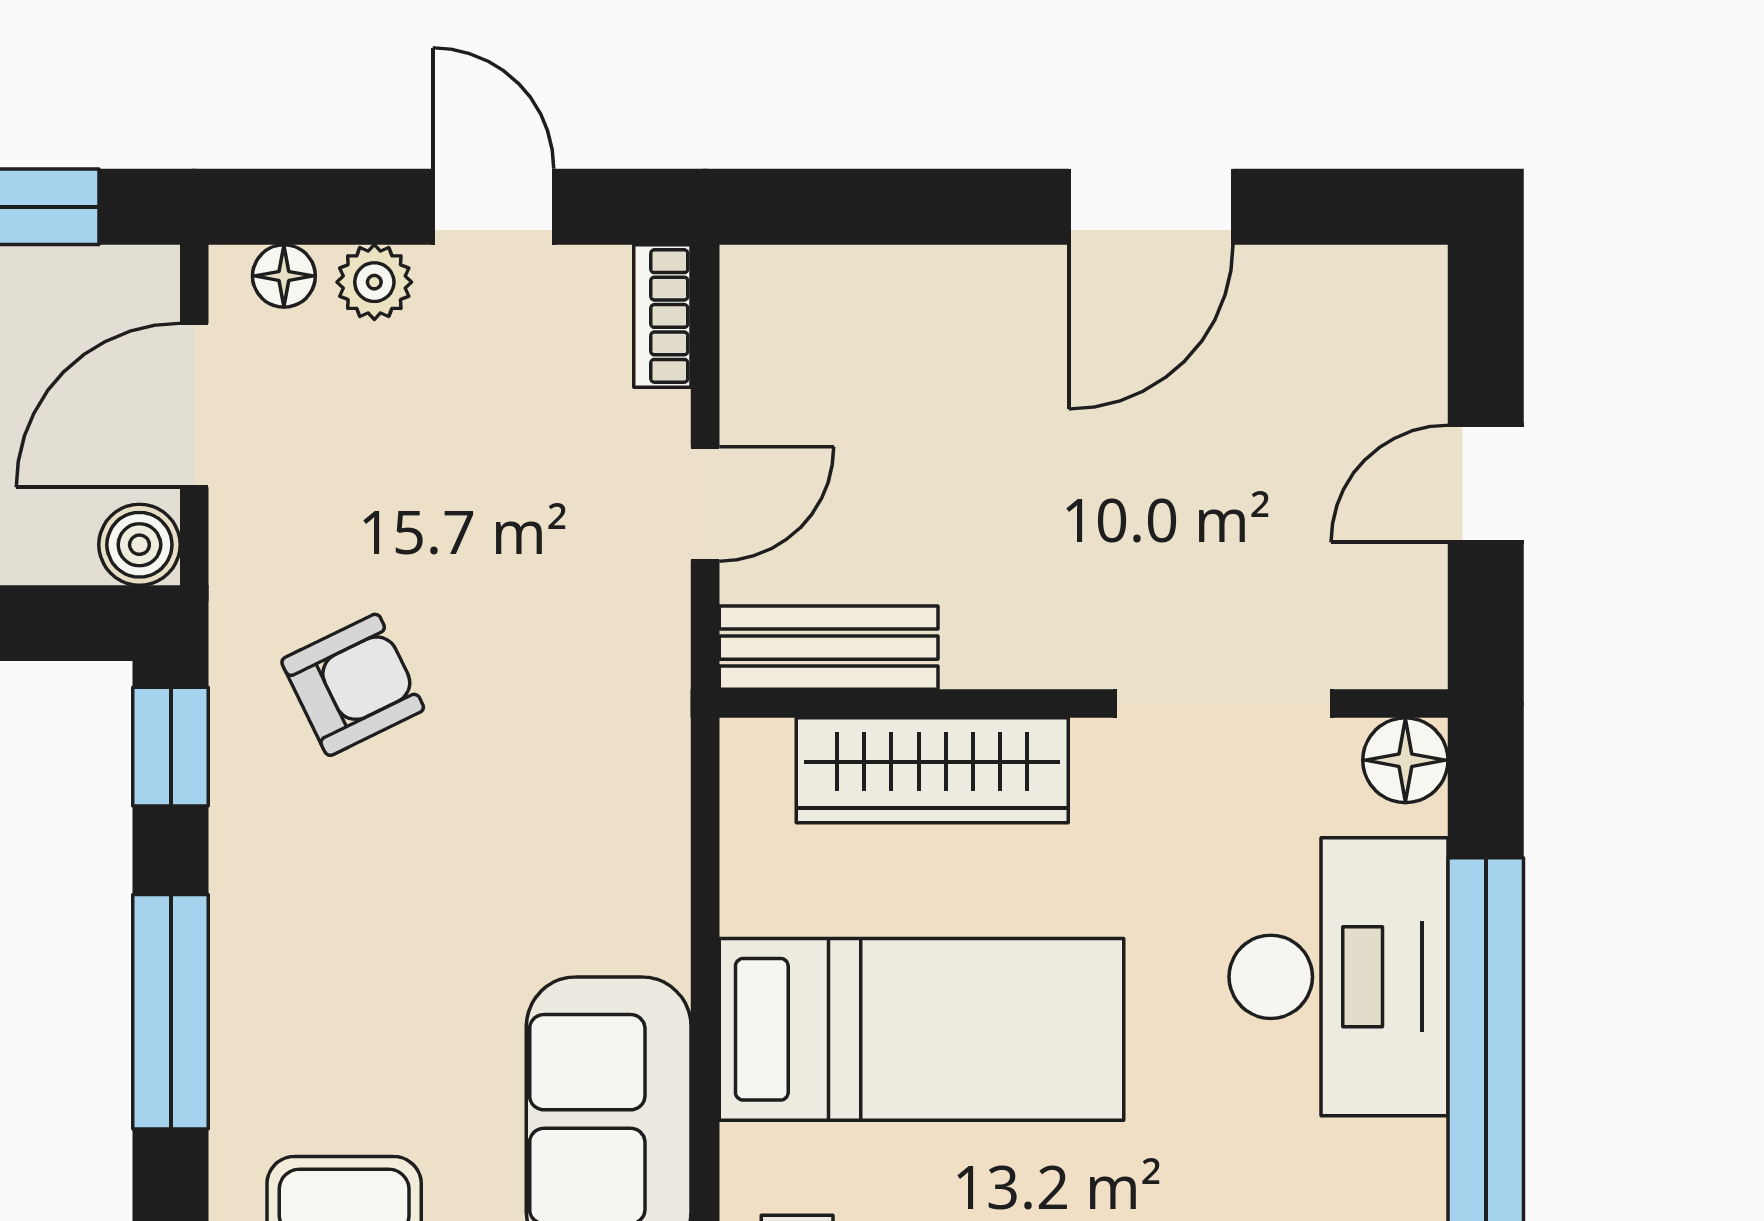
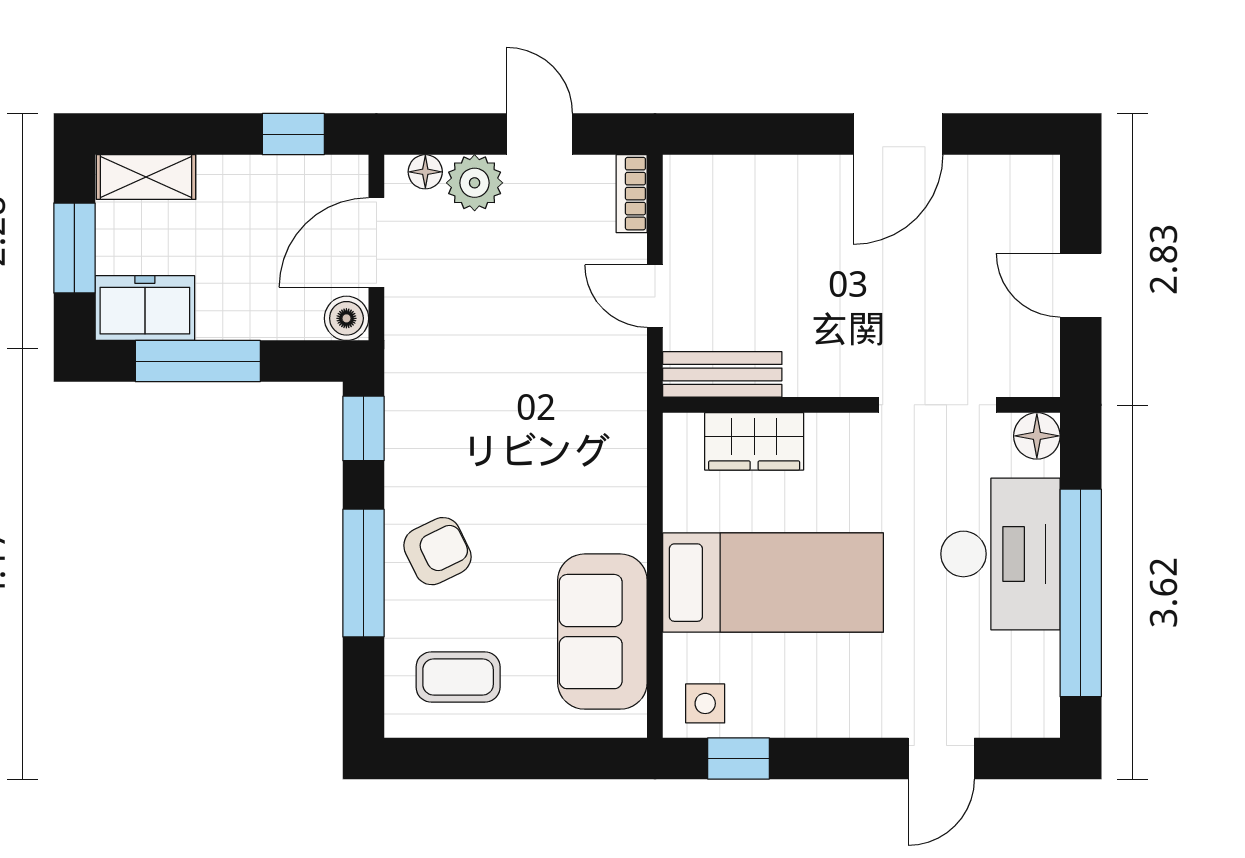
plant: (374, 282) -> (475, 183), width x1.38, depth x1.38
door: (1486, 484) -> (1081, 285), hinge flipped
door: (705, 504) -> (655, 296), swing flipped
armchair: (353, 685) -> (437, 551), moved
wardrobe: (932, 770) -> (754, 441), width x0.67

